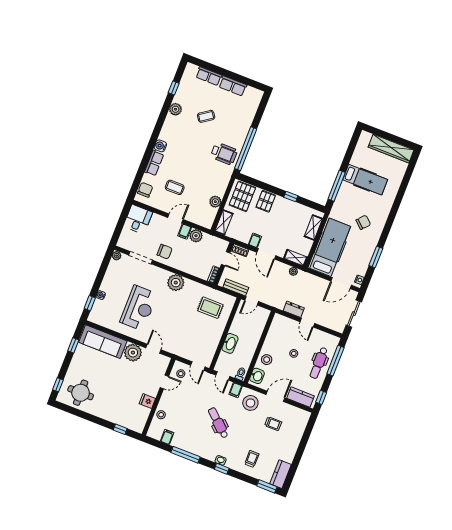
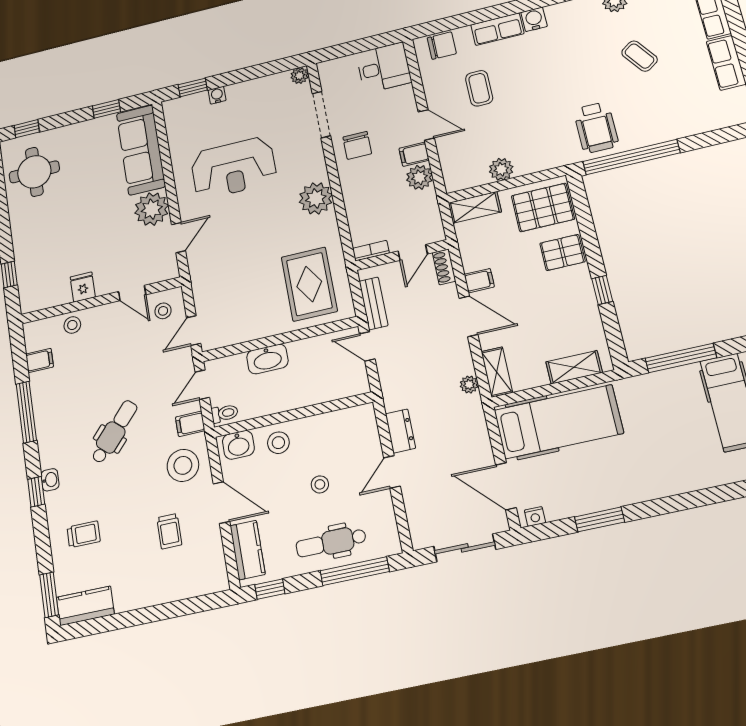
chair: (363, 222) -> (648, 452), removed
door: (266, 254) -> (468, 316), swing flipped
rug: (210, 308) -> (309, 284), width x1.36, depth x1.43

